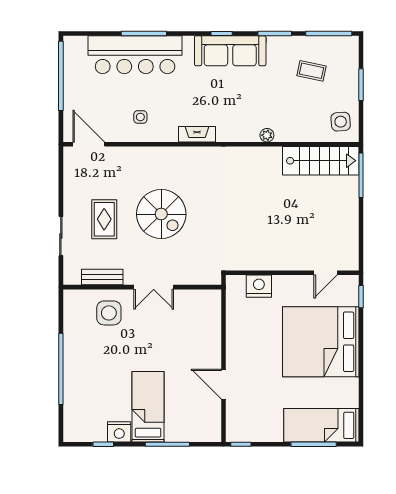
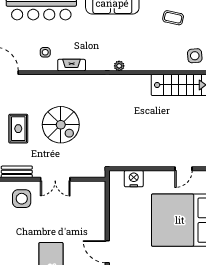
fireplace: (197, 134) -> (72, 65), moved
plant: (267, 135) -> (119, 66), moved

